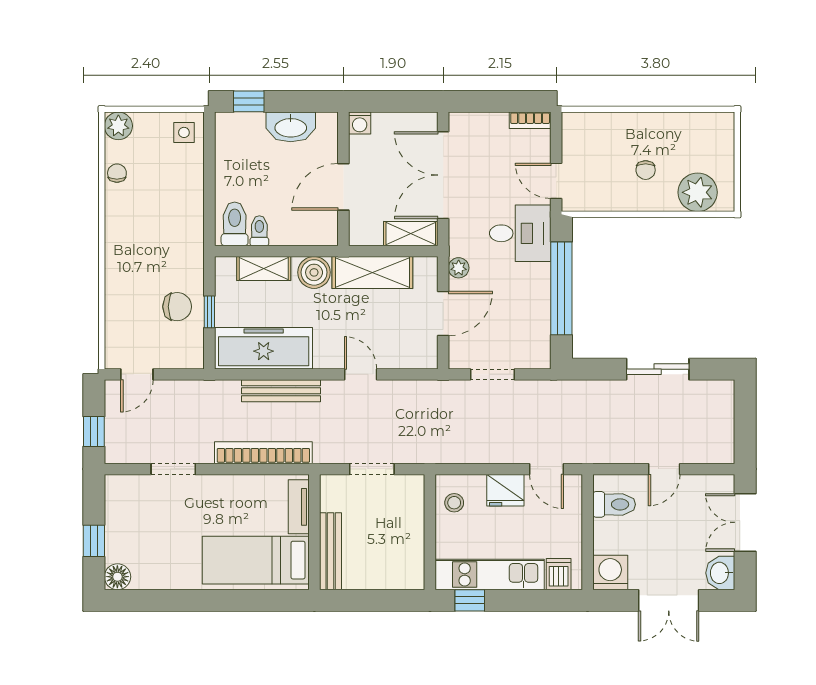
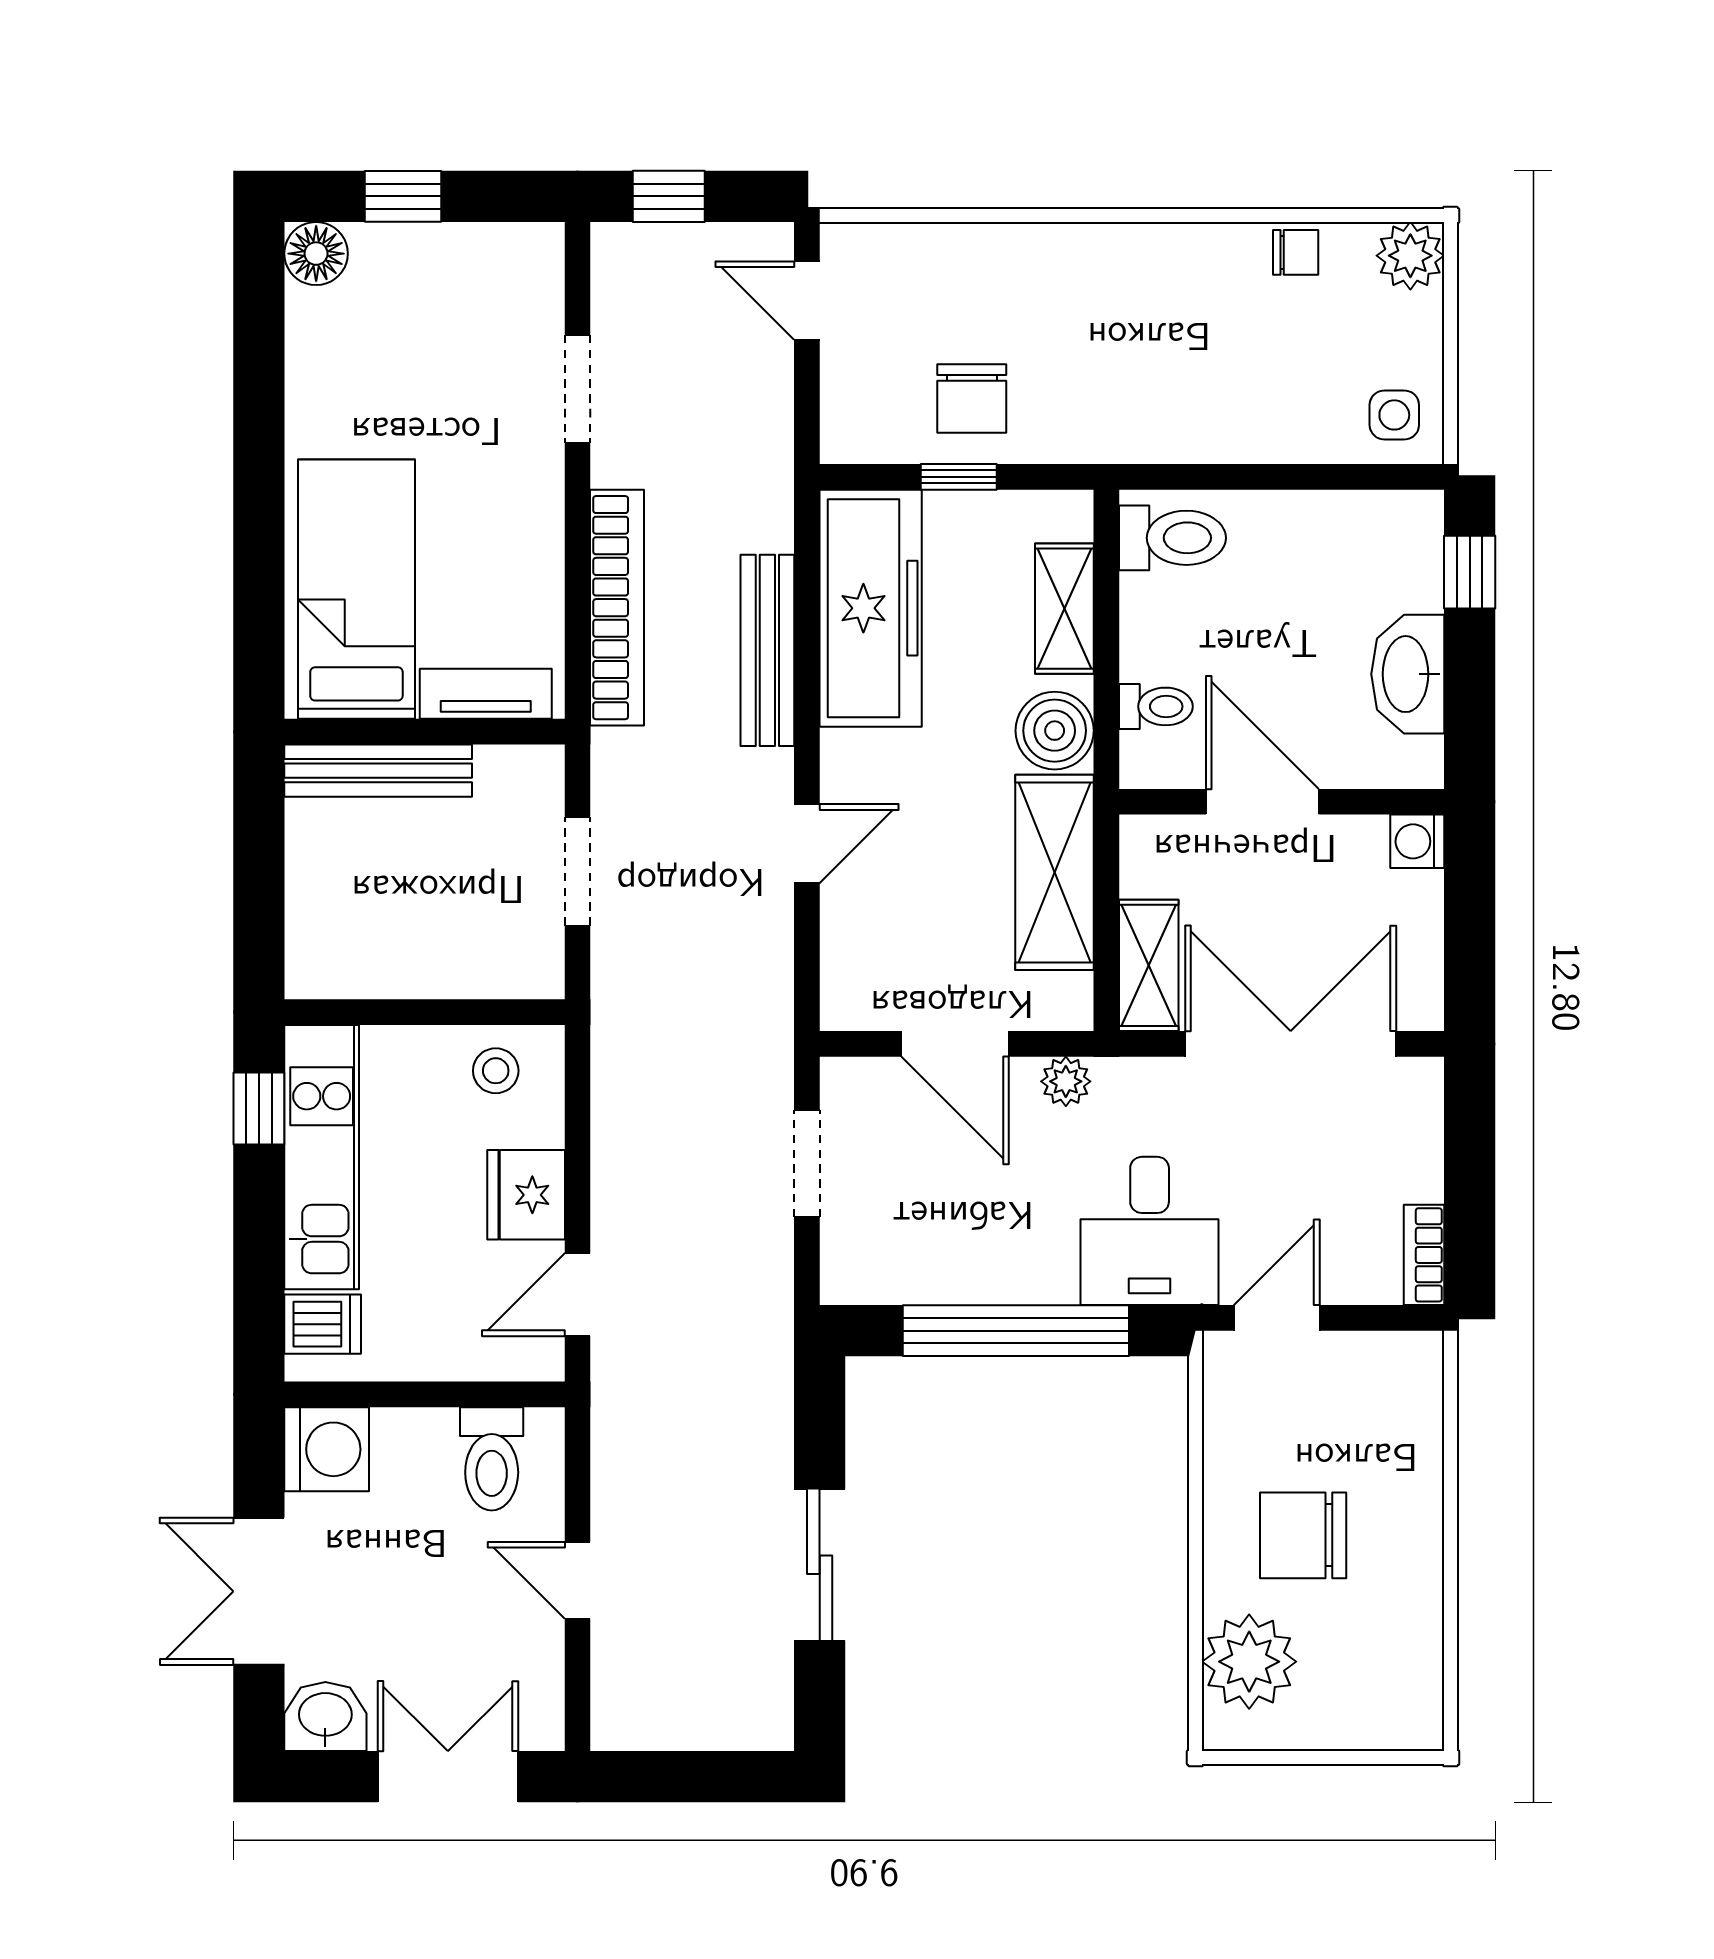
chair: (646, 170) -> (1303, 1535), width x1.87, depth x1.87
toilet: (259, 231) -> (1156, 706), moved

